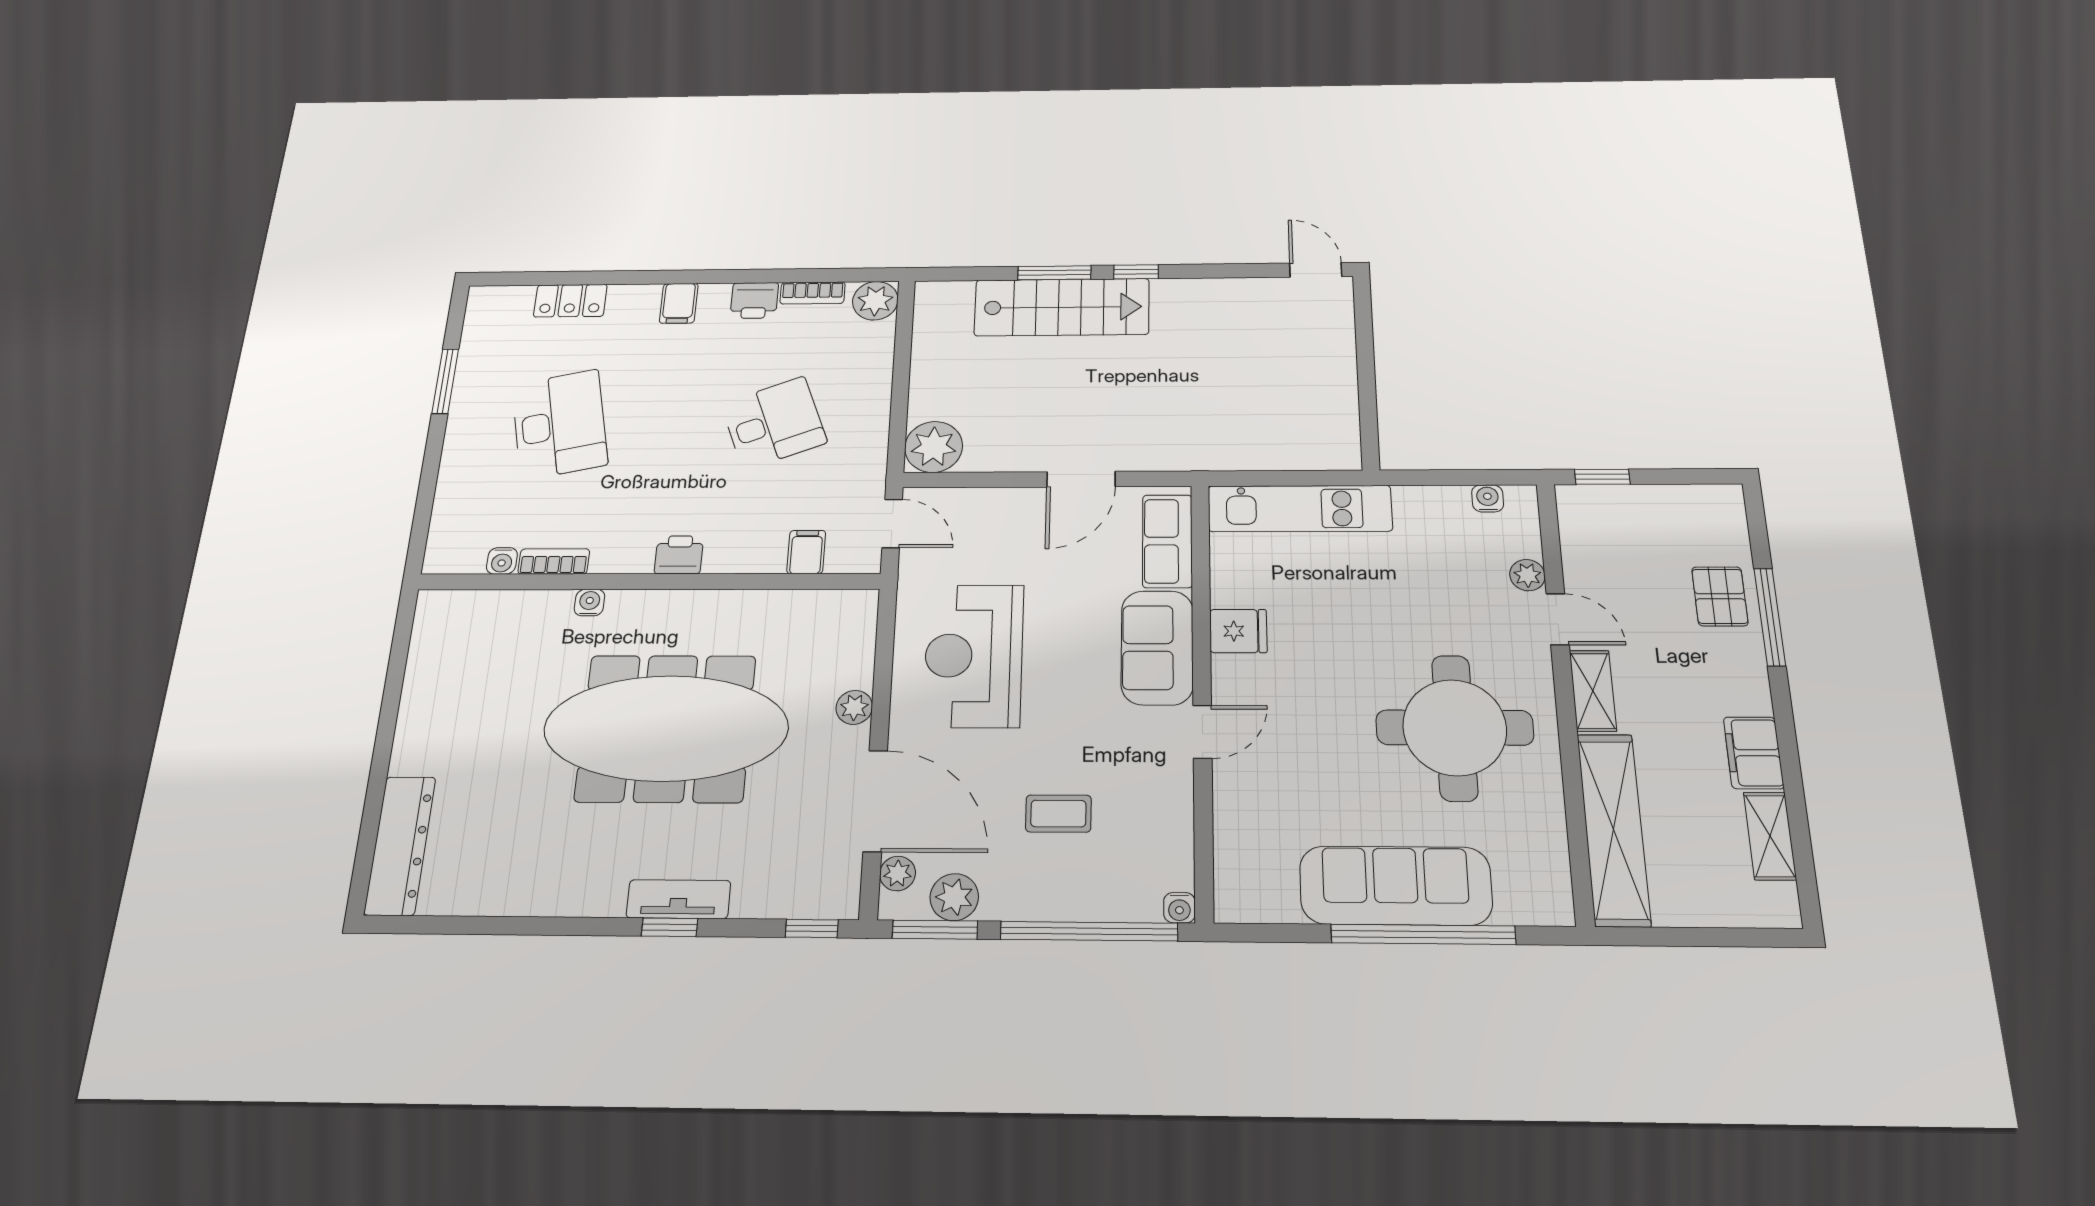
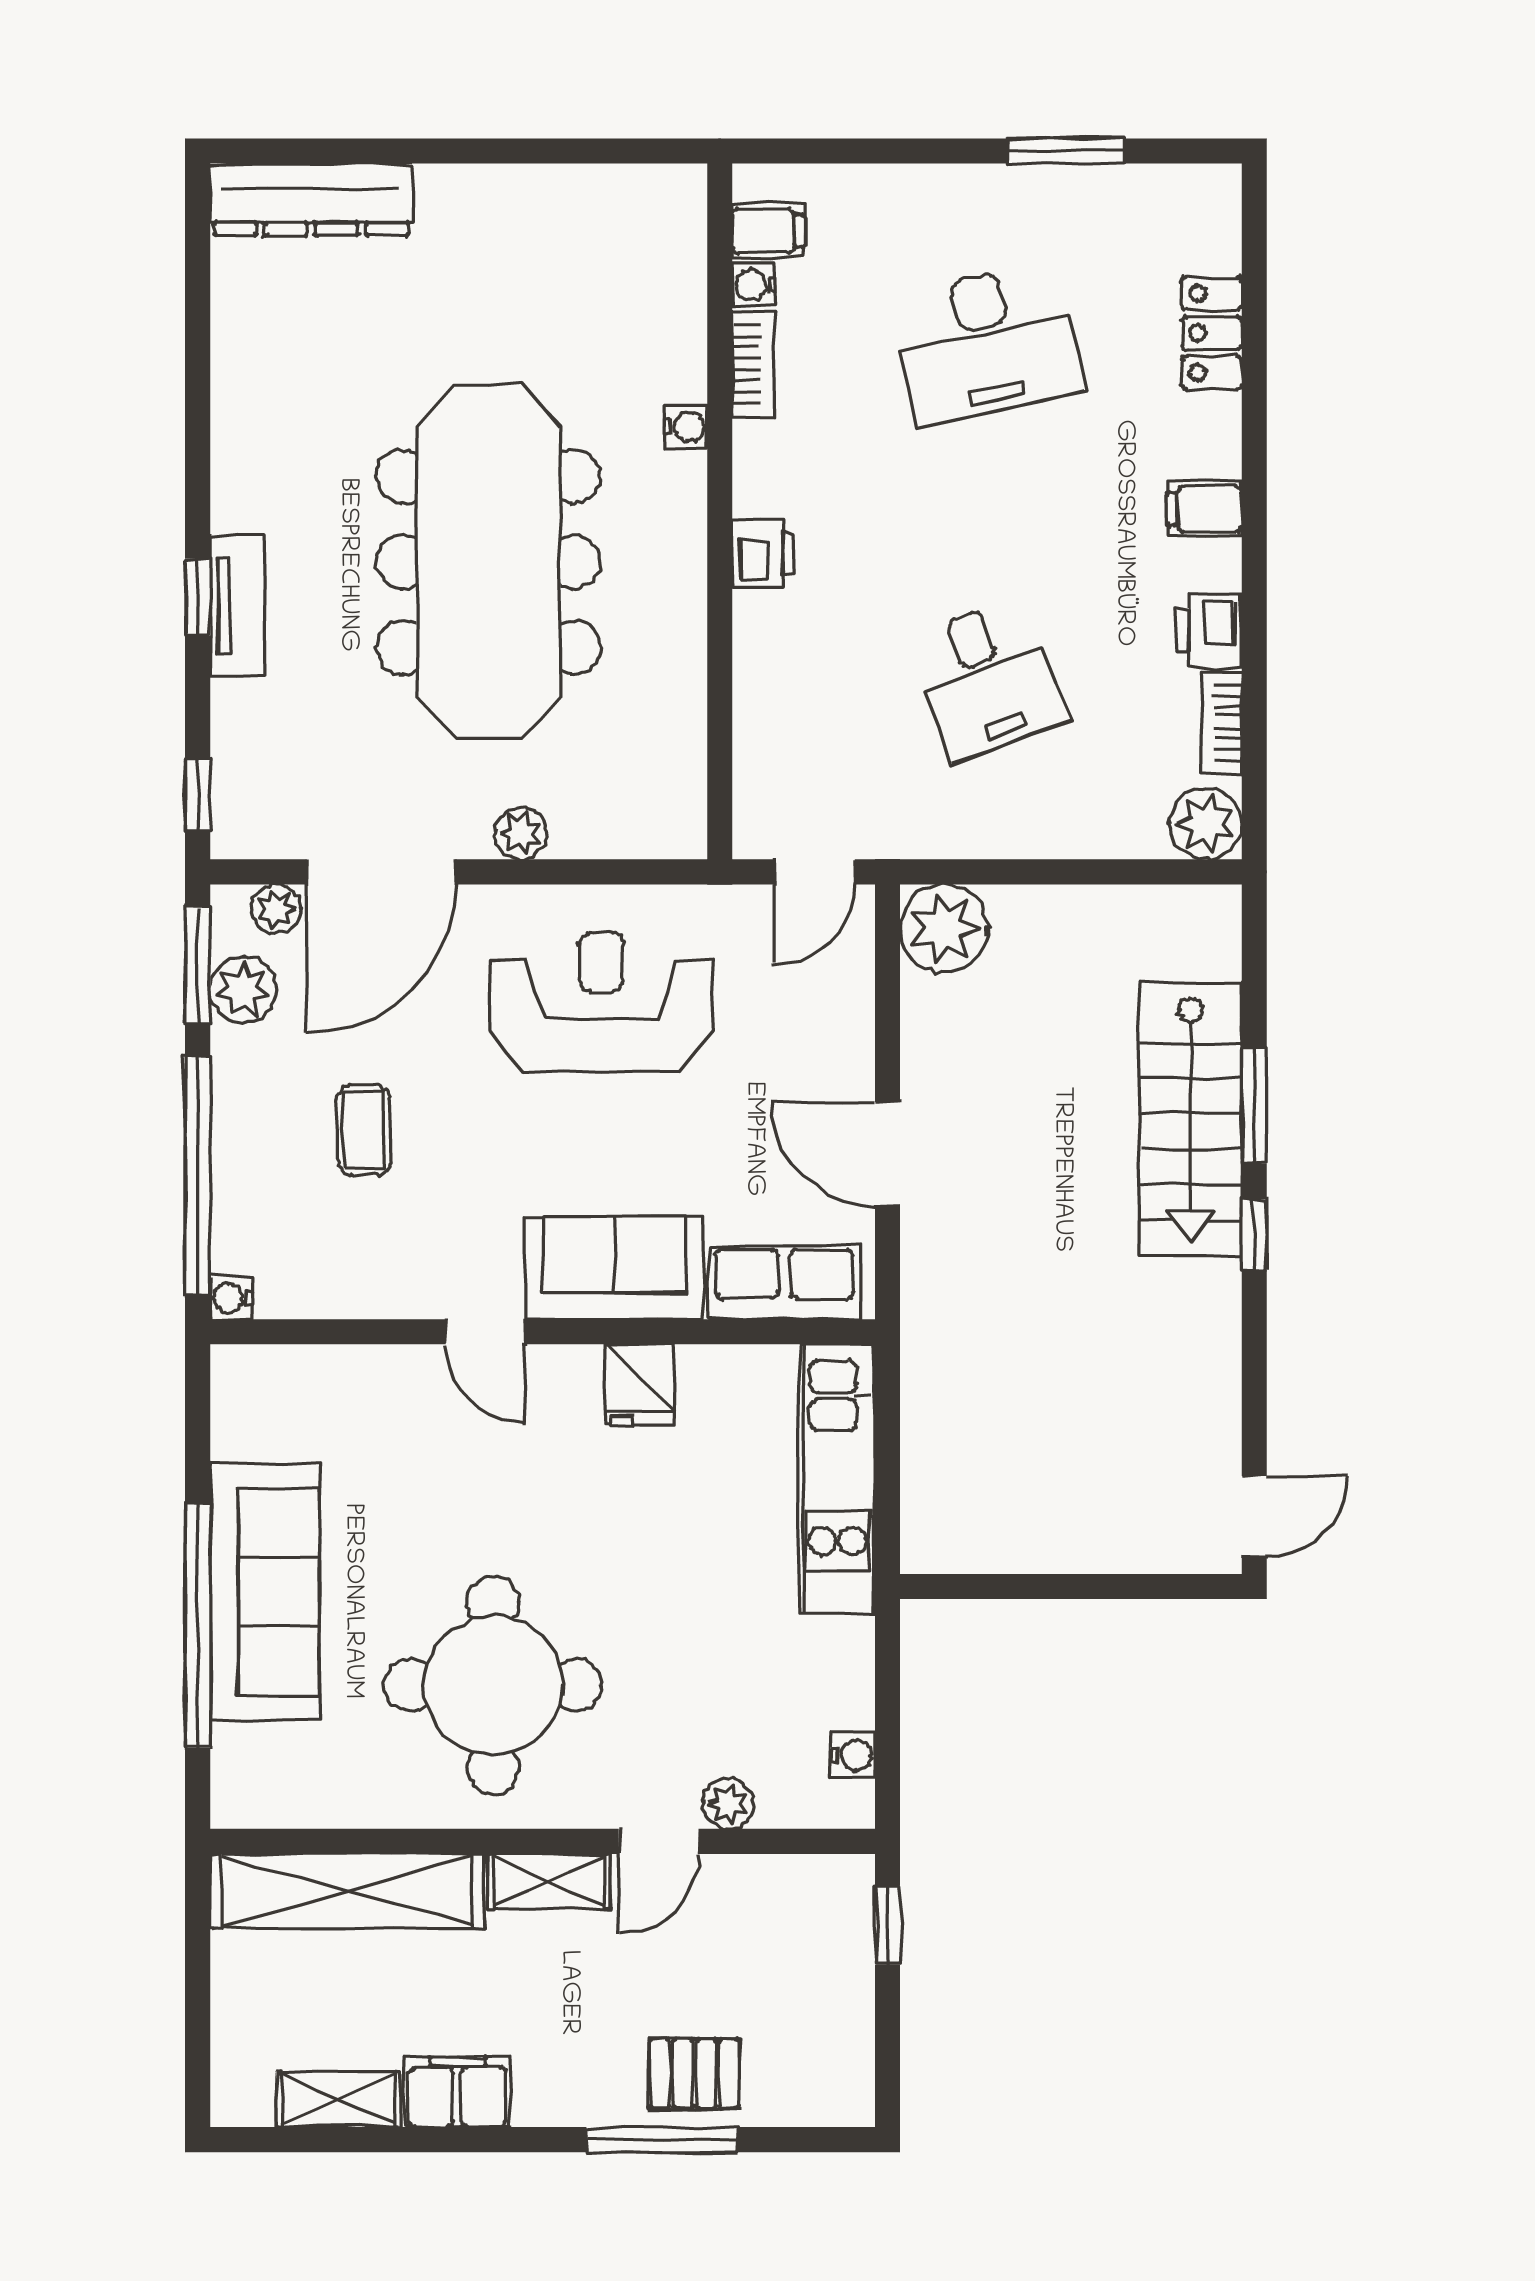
filing cabinet: (806, 552) -> (768, 231), moved

